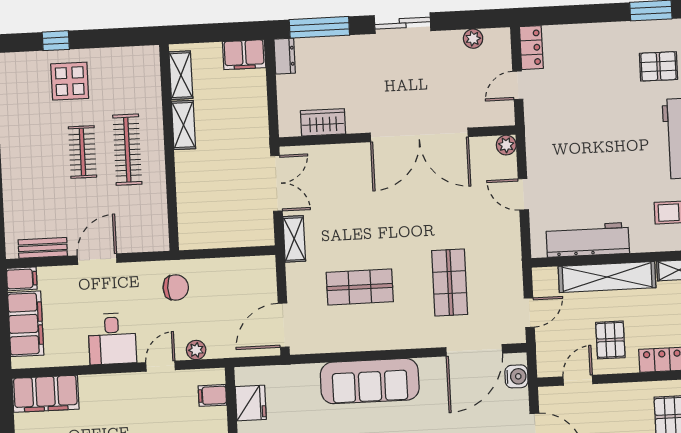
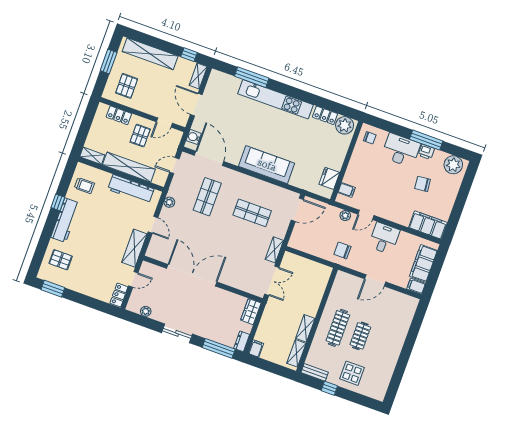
window: (56, 41) -> (329, 388), moved
filing cabinet: (244, 55) -> (256, 349), width x0.50
wardrobe: (323, 122) -> (251, 312), moved, turned 90
shelving: (539, 140) -> (134, 248), added
plant: (506, 145) -> (169, 202), moved
double door: (276, 183) -> (272, 281), swing flipped
bench: (43, 248) -> (315, 372), moved
door: (474, 350) -> (209, 158), hinge flipped

